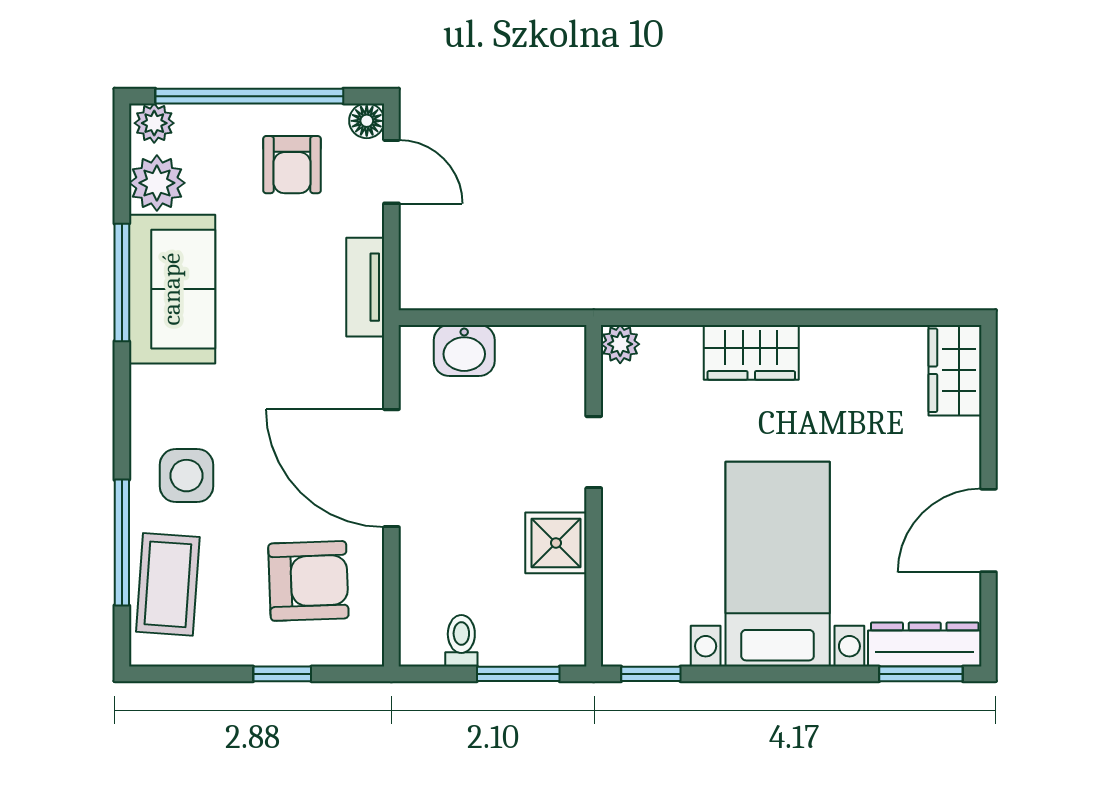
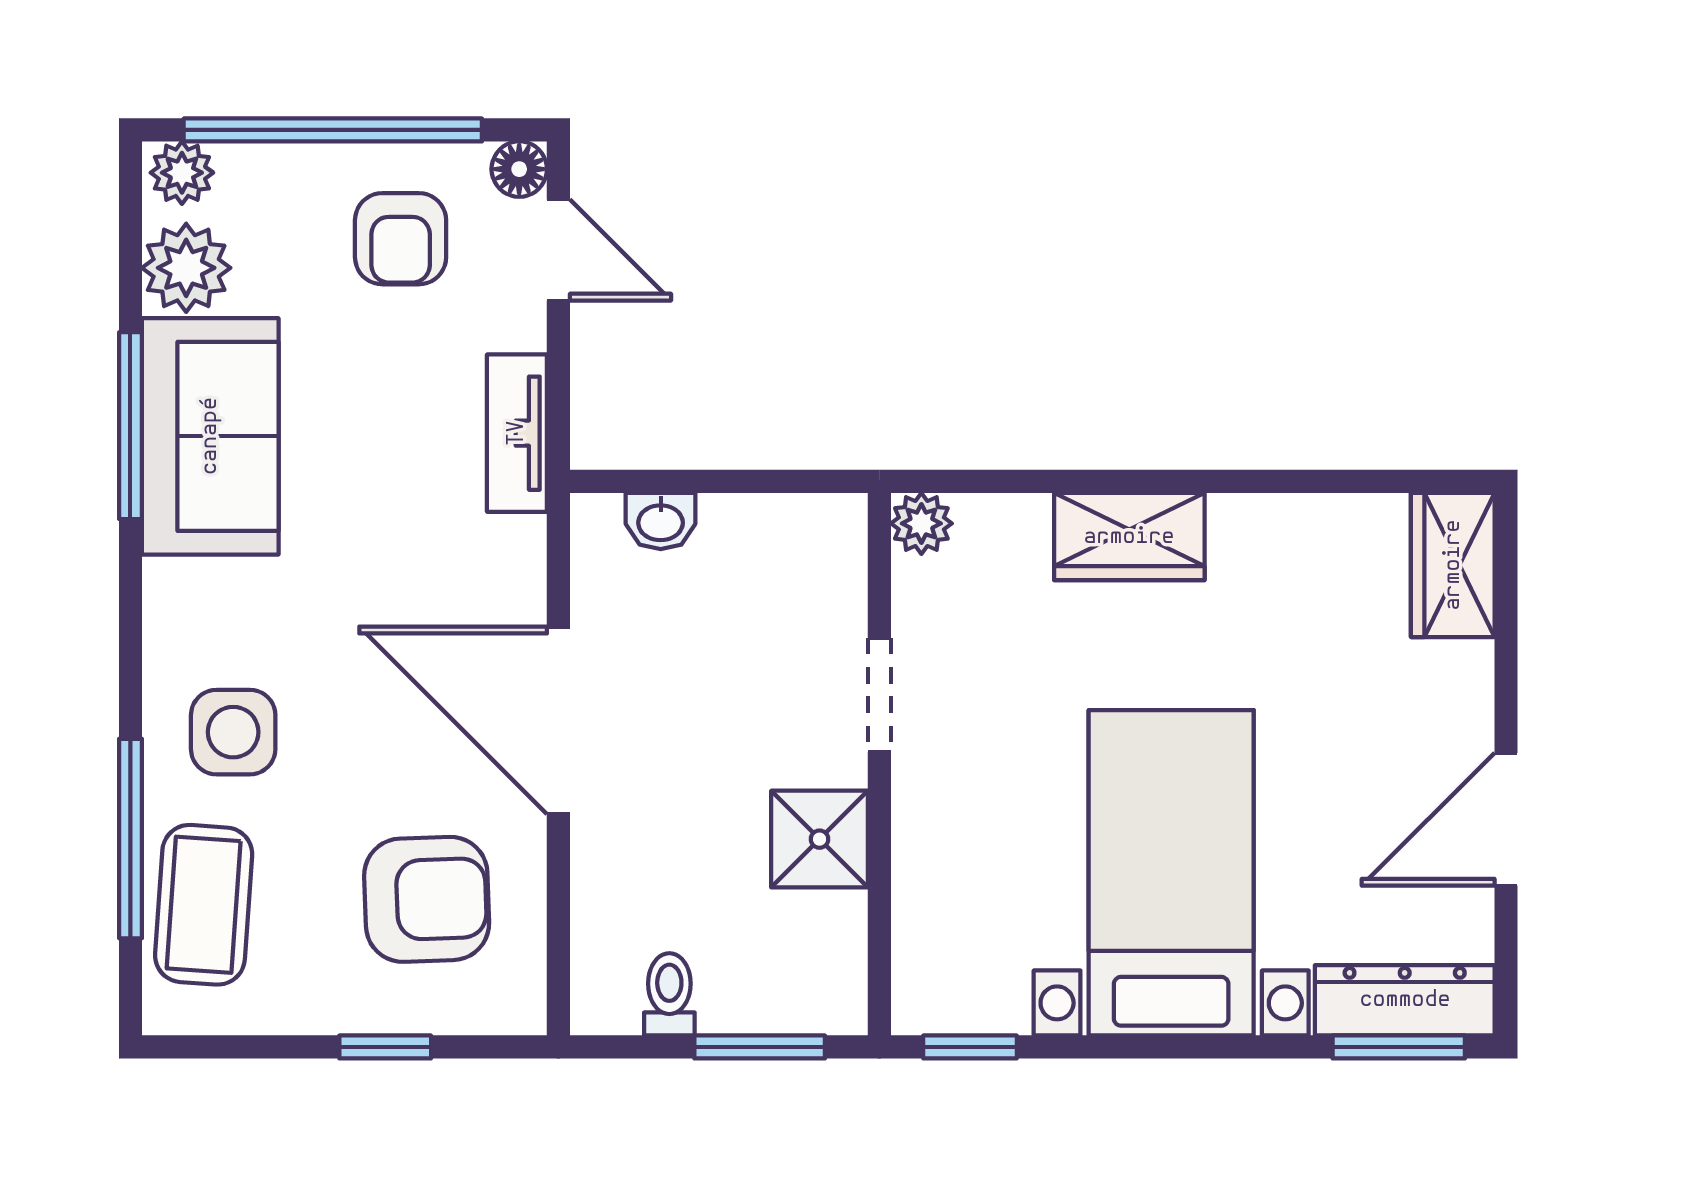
washbasin: (464, 350) -> (661, 521), width x0.72, depth x0.69

